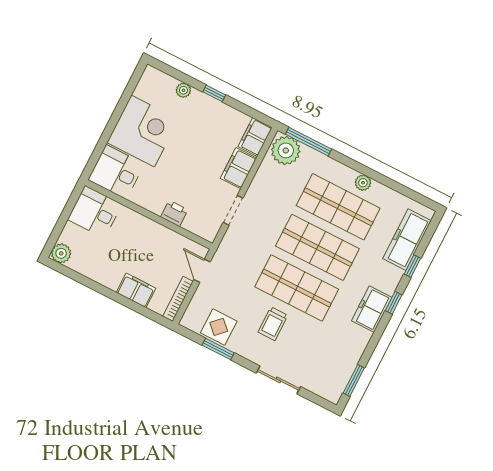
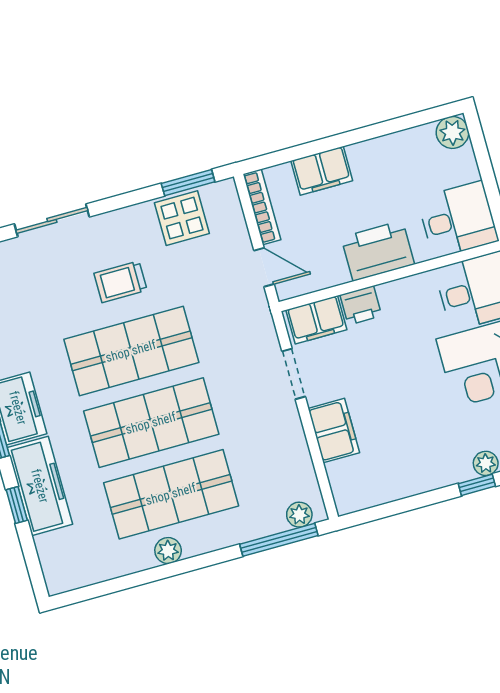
window: (214, 93) -> (477, 485), moved
filing cabinet: (255, 137) -> (316, 320), moved, turned 90
plant: (286, 150) -> (299, 515), width x0.53, depth x0.53
printer: (144, 231) -> (378, 251), added
freezer: (407, 240) -> (40, 486), moved
trolley: (273, 324) -> (121, 282), turned -90
window: (218, 349) -> (188, 183), moved

